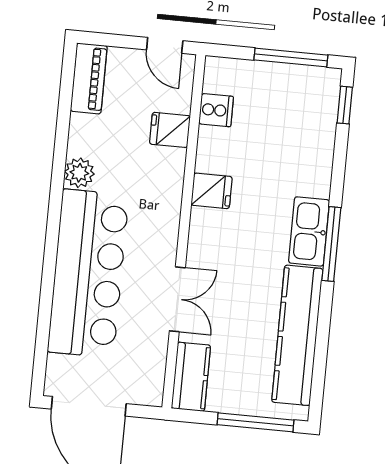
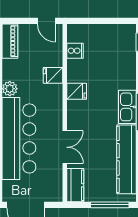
window: (291, 57) -> (110, 21), removed
fridge: (170, 130) -> (53, 75), moved

